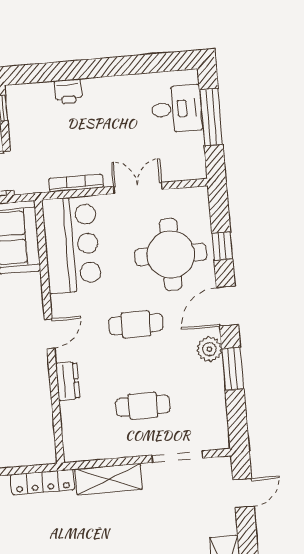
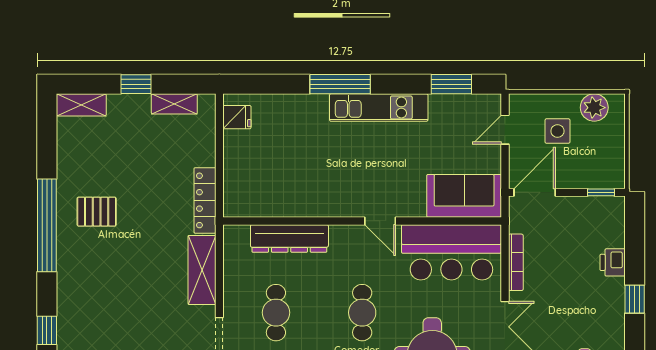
window: (101, 68) -> (635, 299), added
door: (49, 334) -> (380, 221), moved
dresser: (68, 381) -> (289, 238), width x1.96, depth x1.24

